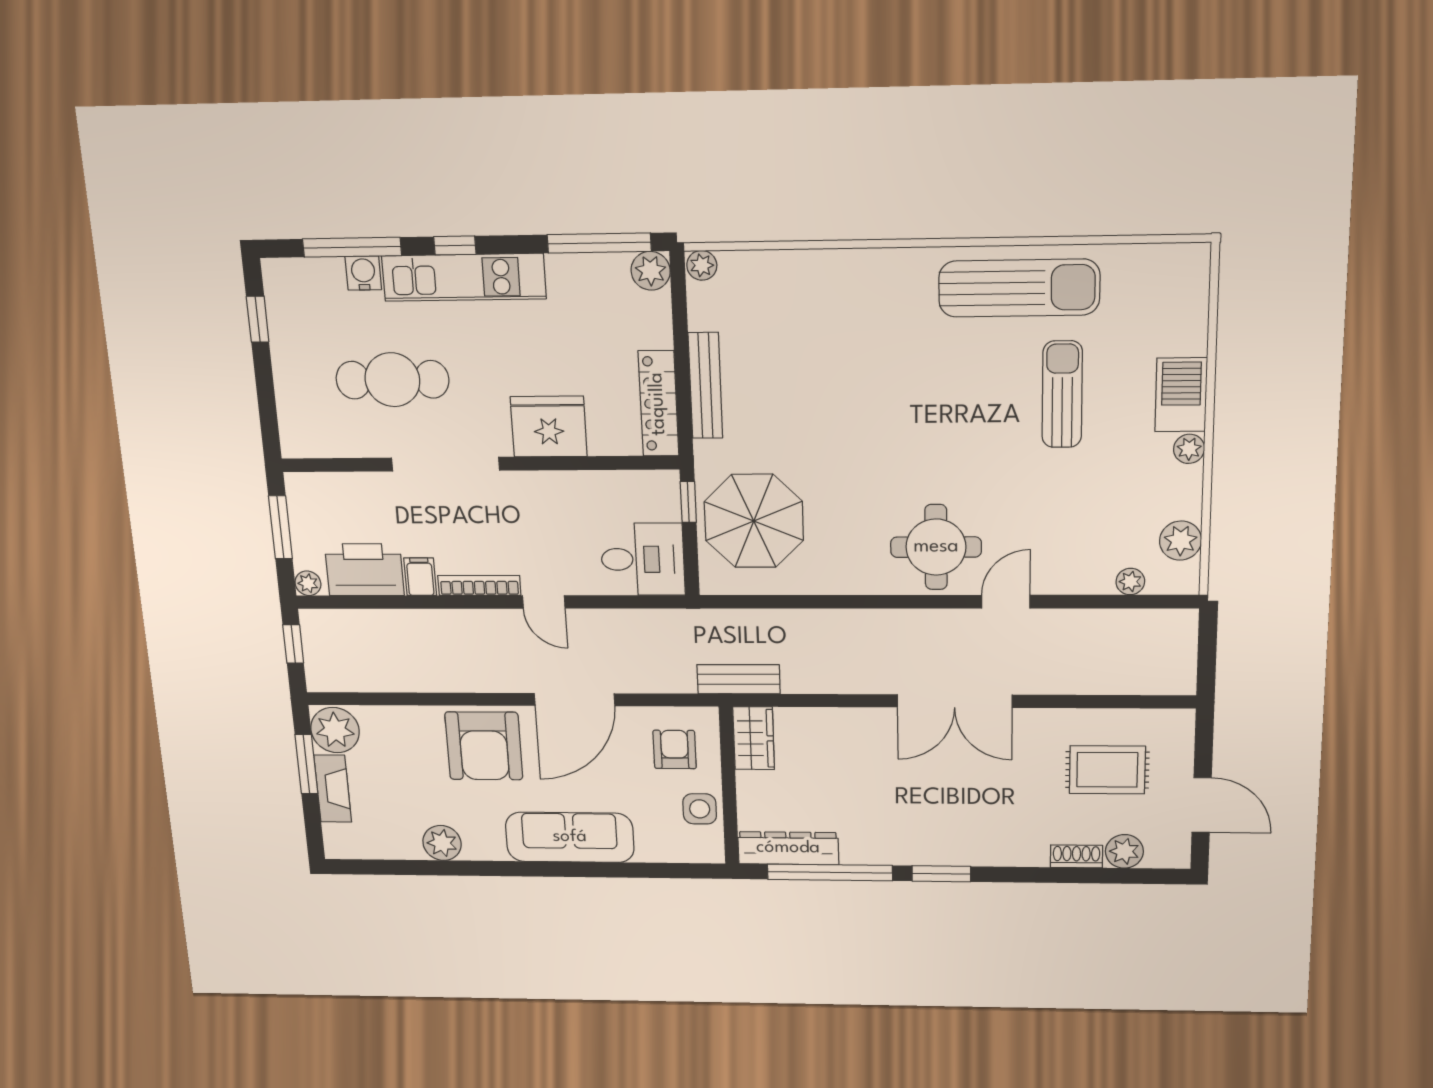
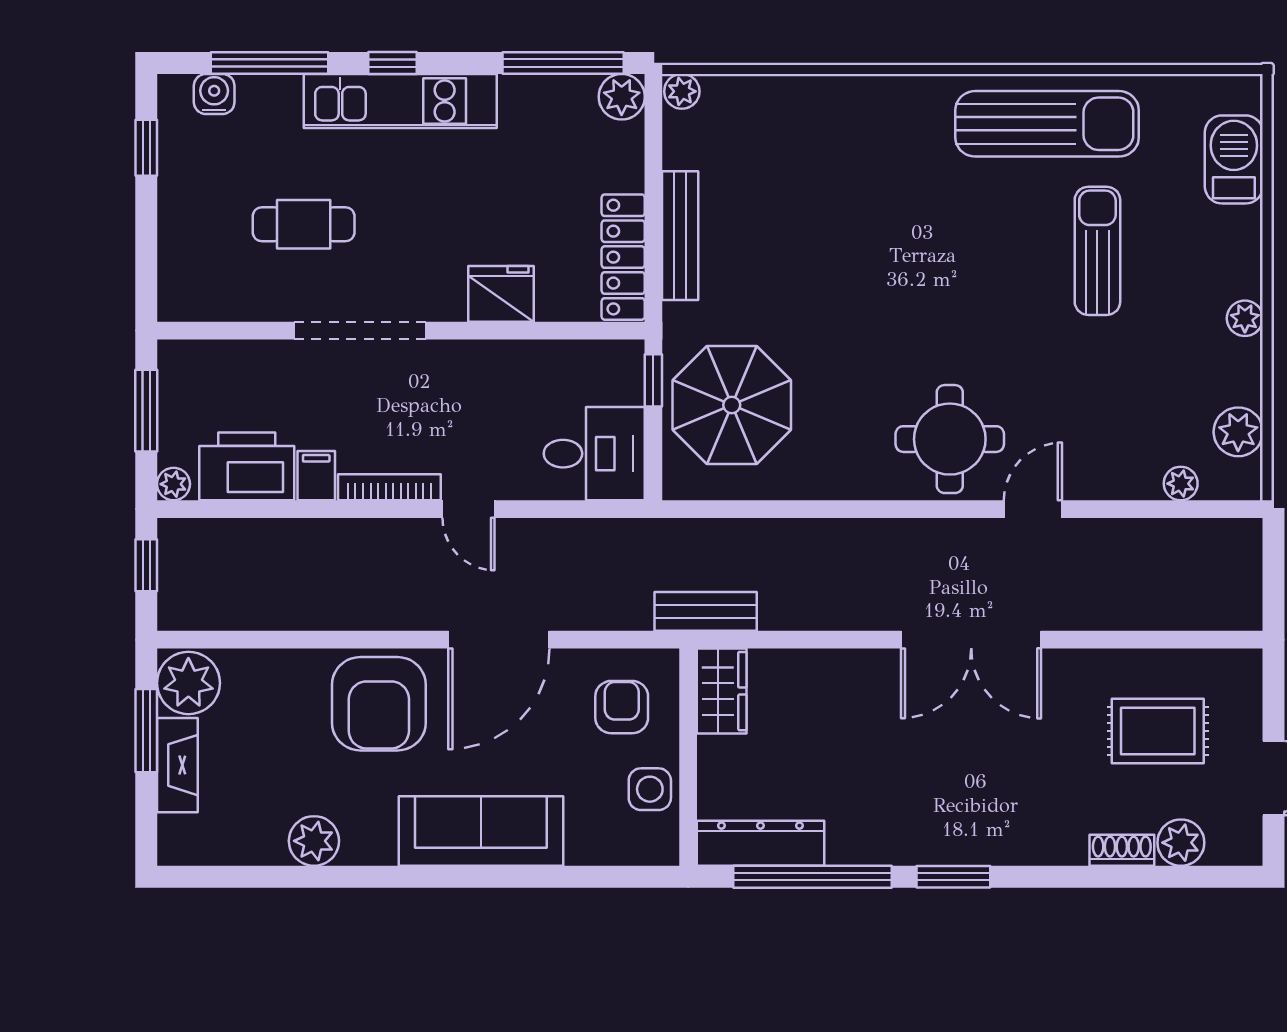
water cooler: (363, 273) -> (214, 94), moved
cafe table: (392, 380) -> (304, 224), width x0.73, depth x0.74
barbecue: (1181, 395) -> (1234, 159), moved
fridge: (549, 427) -> (501, 294), width x0.73, depth x0.75

